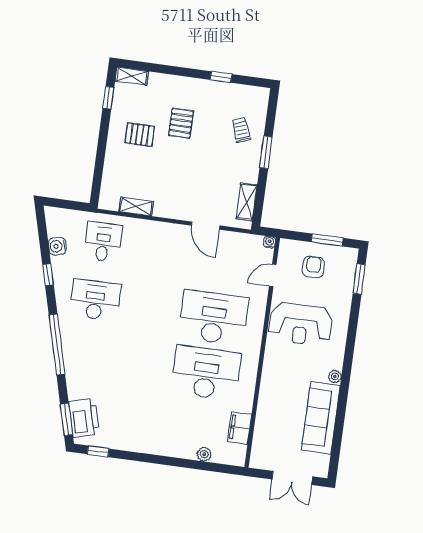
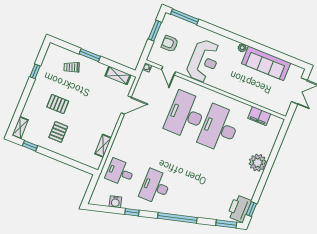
window: (359, 279) -> (185, 17), width x1.44
printer: (84, 418) -> (239, 208), moved, turned -75
plant: (204, 454) -> (258, 163), moved, width x1.87, depth x1.87

